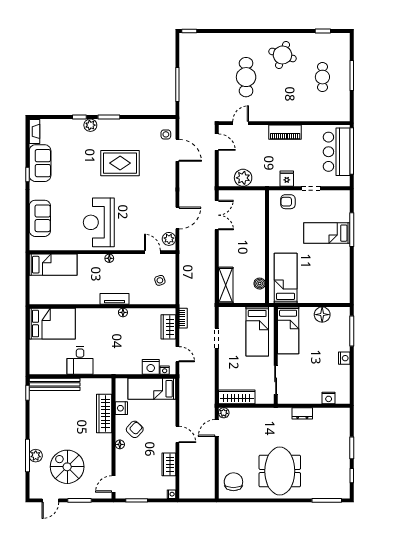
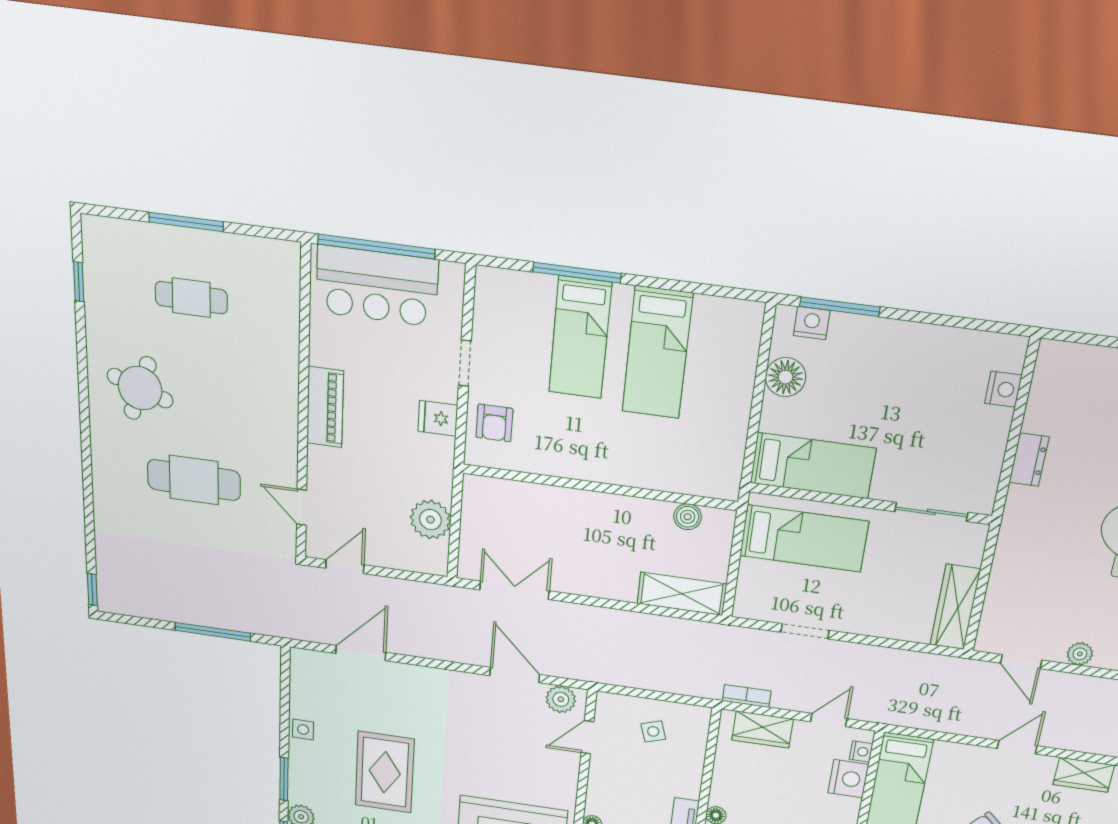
side table: (166, 134) -> (303, 730), moved
bed: (286, 278) -> (657, 353), moved, turned -90
nightstand: (344, 358) -> (812, 323), moved
plant: (224, 413) -> (1080, 654), moved

